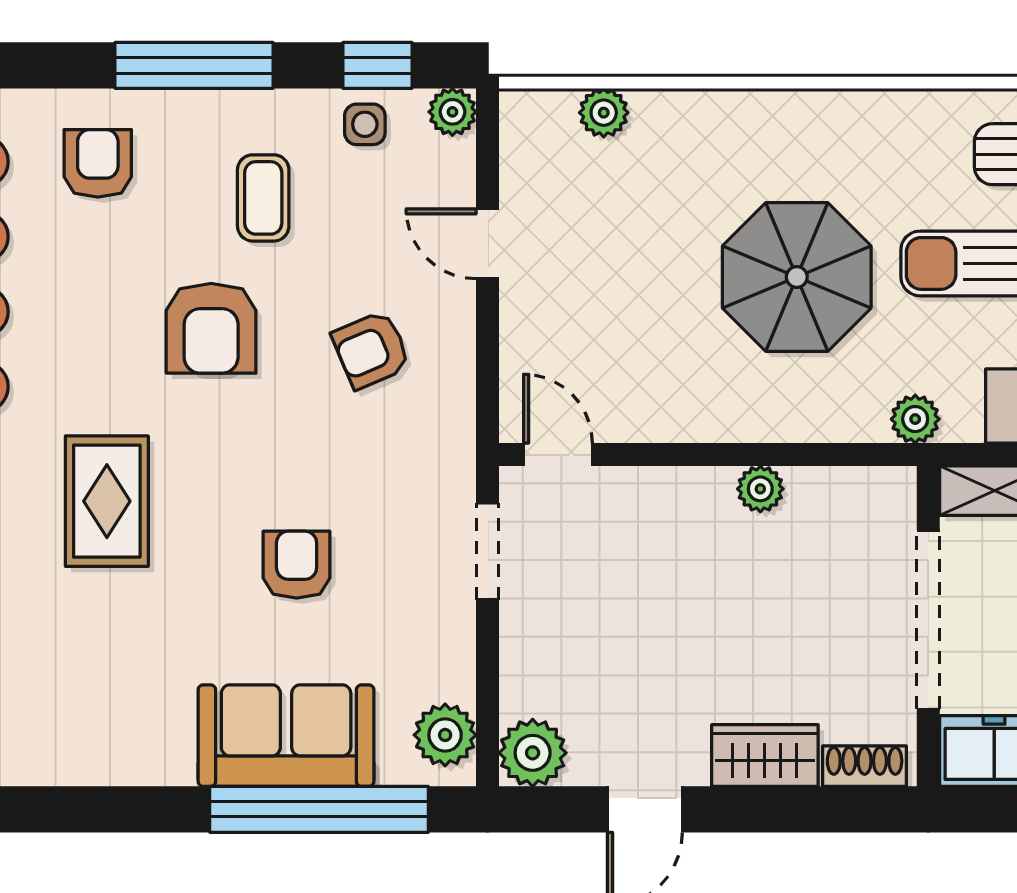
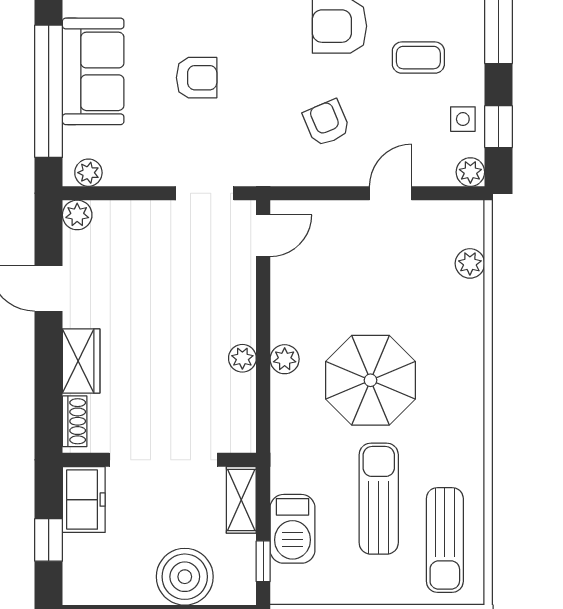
plant: (915, 419) -> (285, 359), moved
plant: (445, 735) -> (88, 173), width x0.73, depth x0.73
plant: (533, 753) -> (77, 215), width x0.73, depth x0.73

